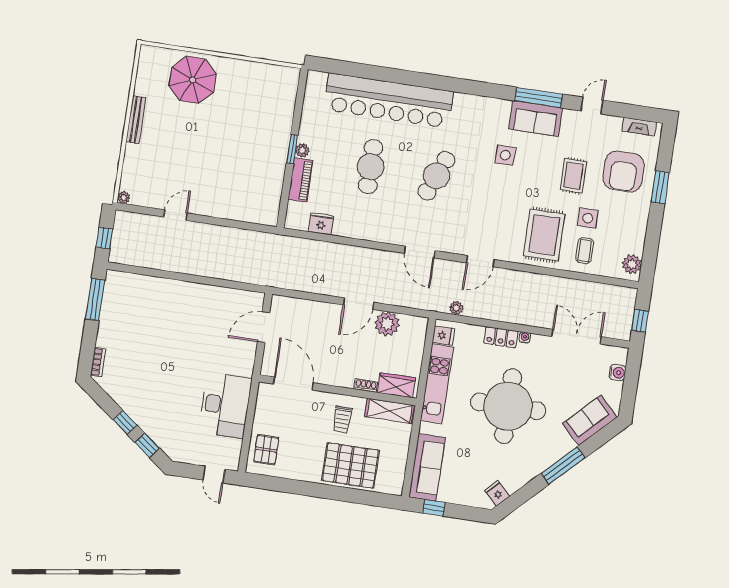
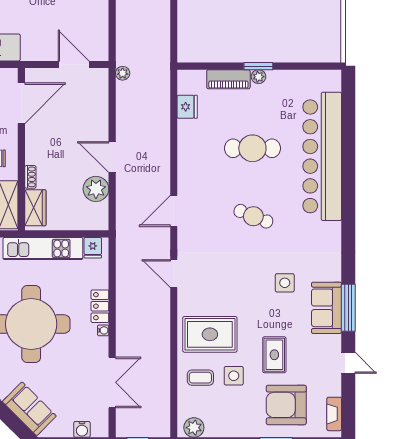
cafe table: (436, 176) -> (253, 216), width x0.73, depth x0.74
rug: (573, 176) -> (274, 355), turned 90
plant: (456, 308) -> (123, 73), moved

